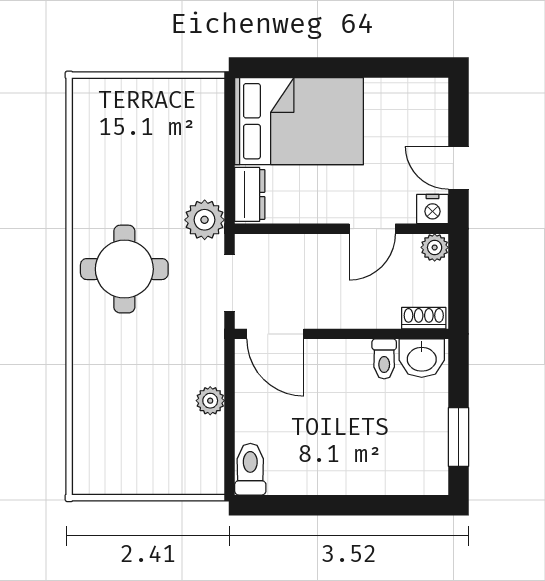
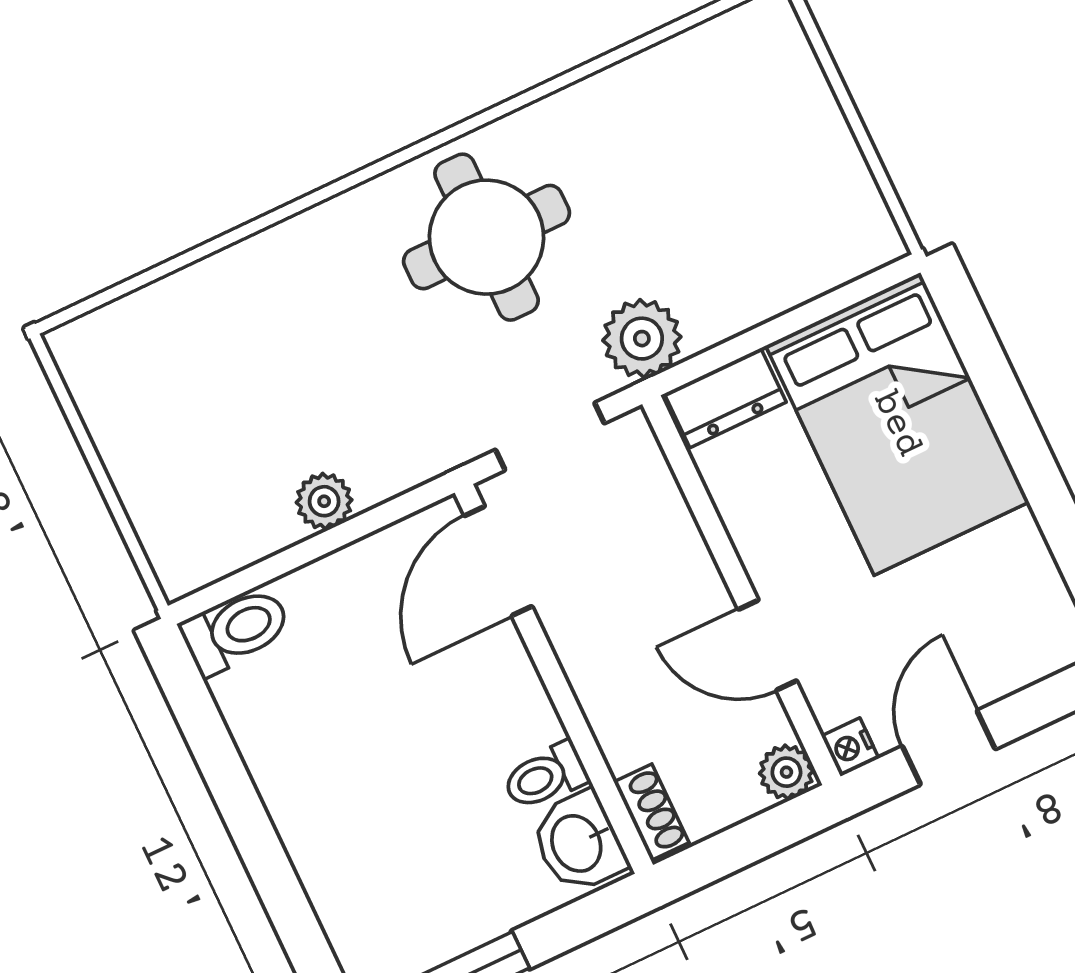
nightstand: (433, 209) -> (850, 747), width x0.72, depth x0.74

